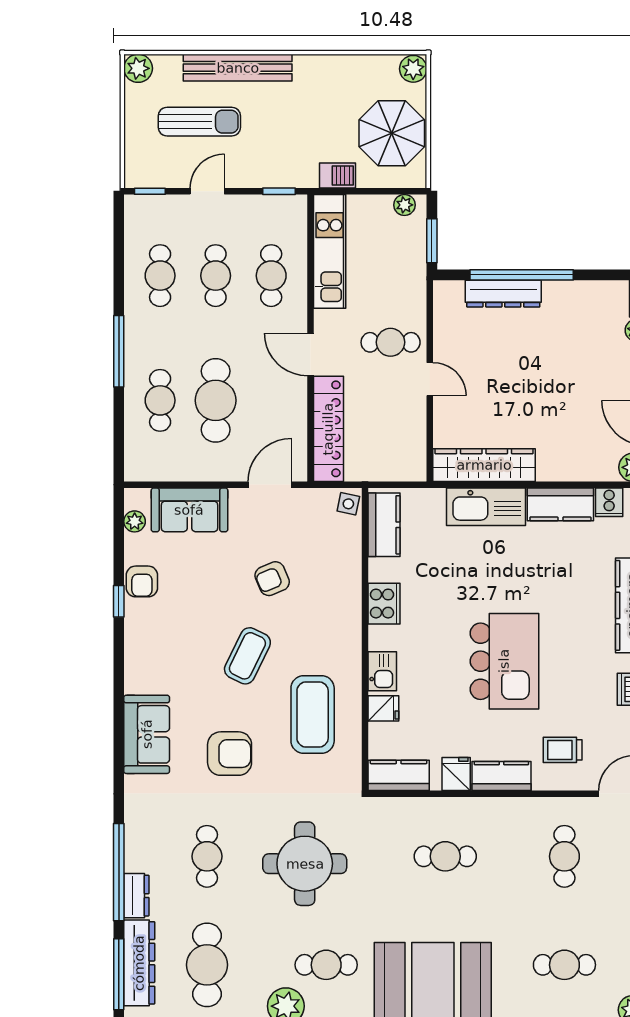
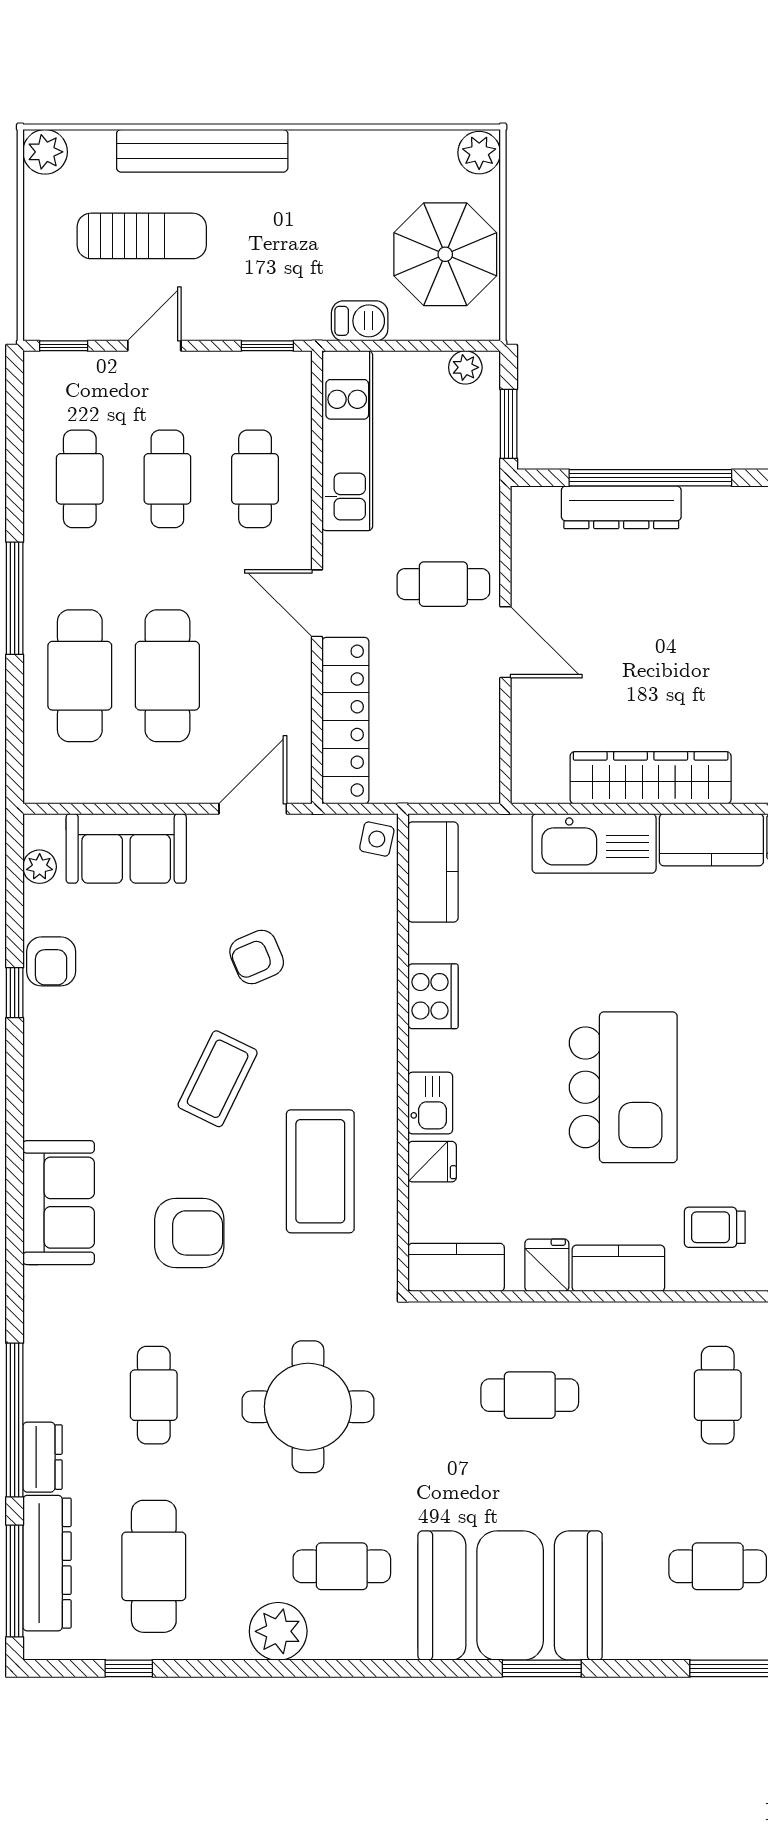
door: (430, 379) -> (505, 642), width x1.38
cafe table: (160, 400) -> (80, 676), width x1.37, depth x1.35
wardrobe: (484, 465) -> (651, 778), moved

